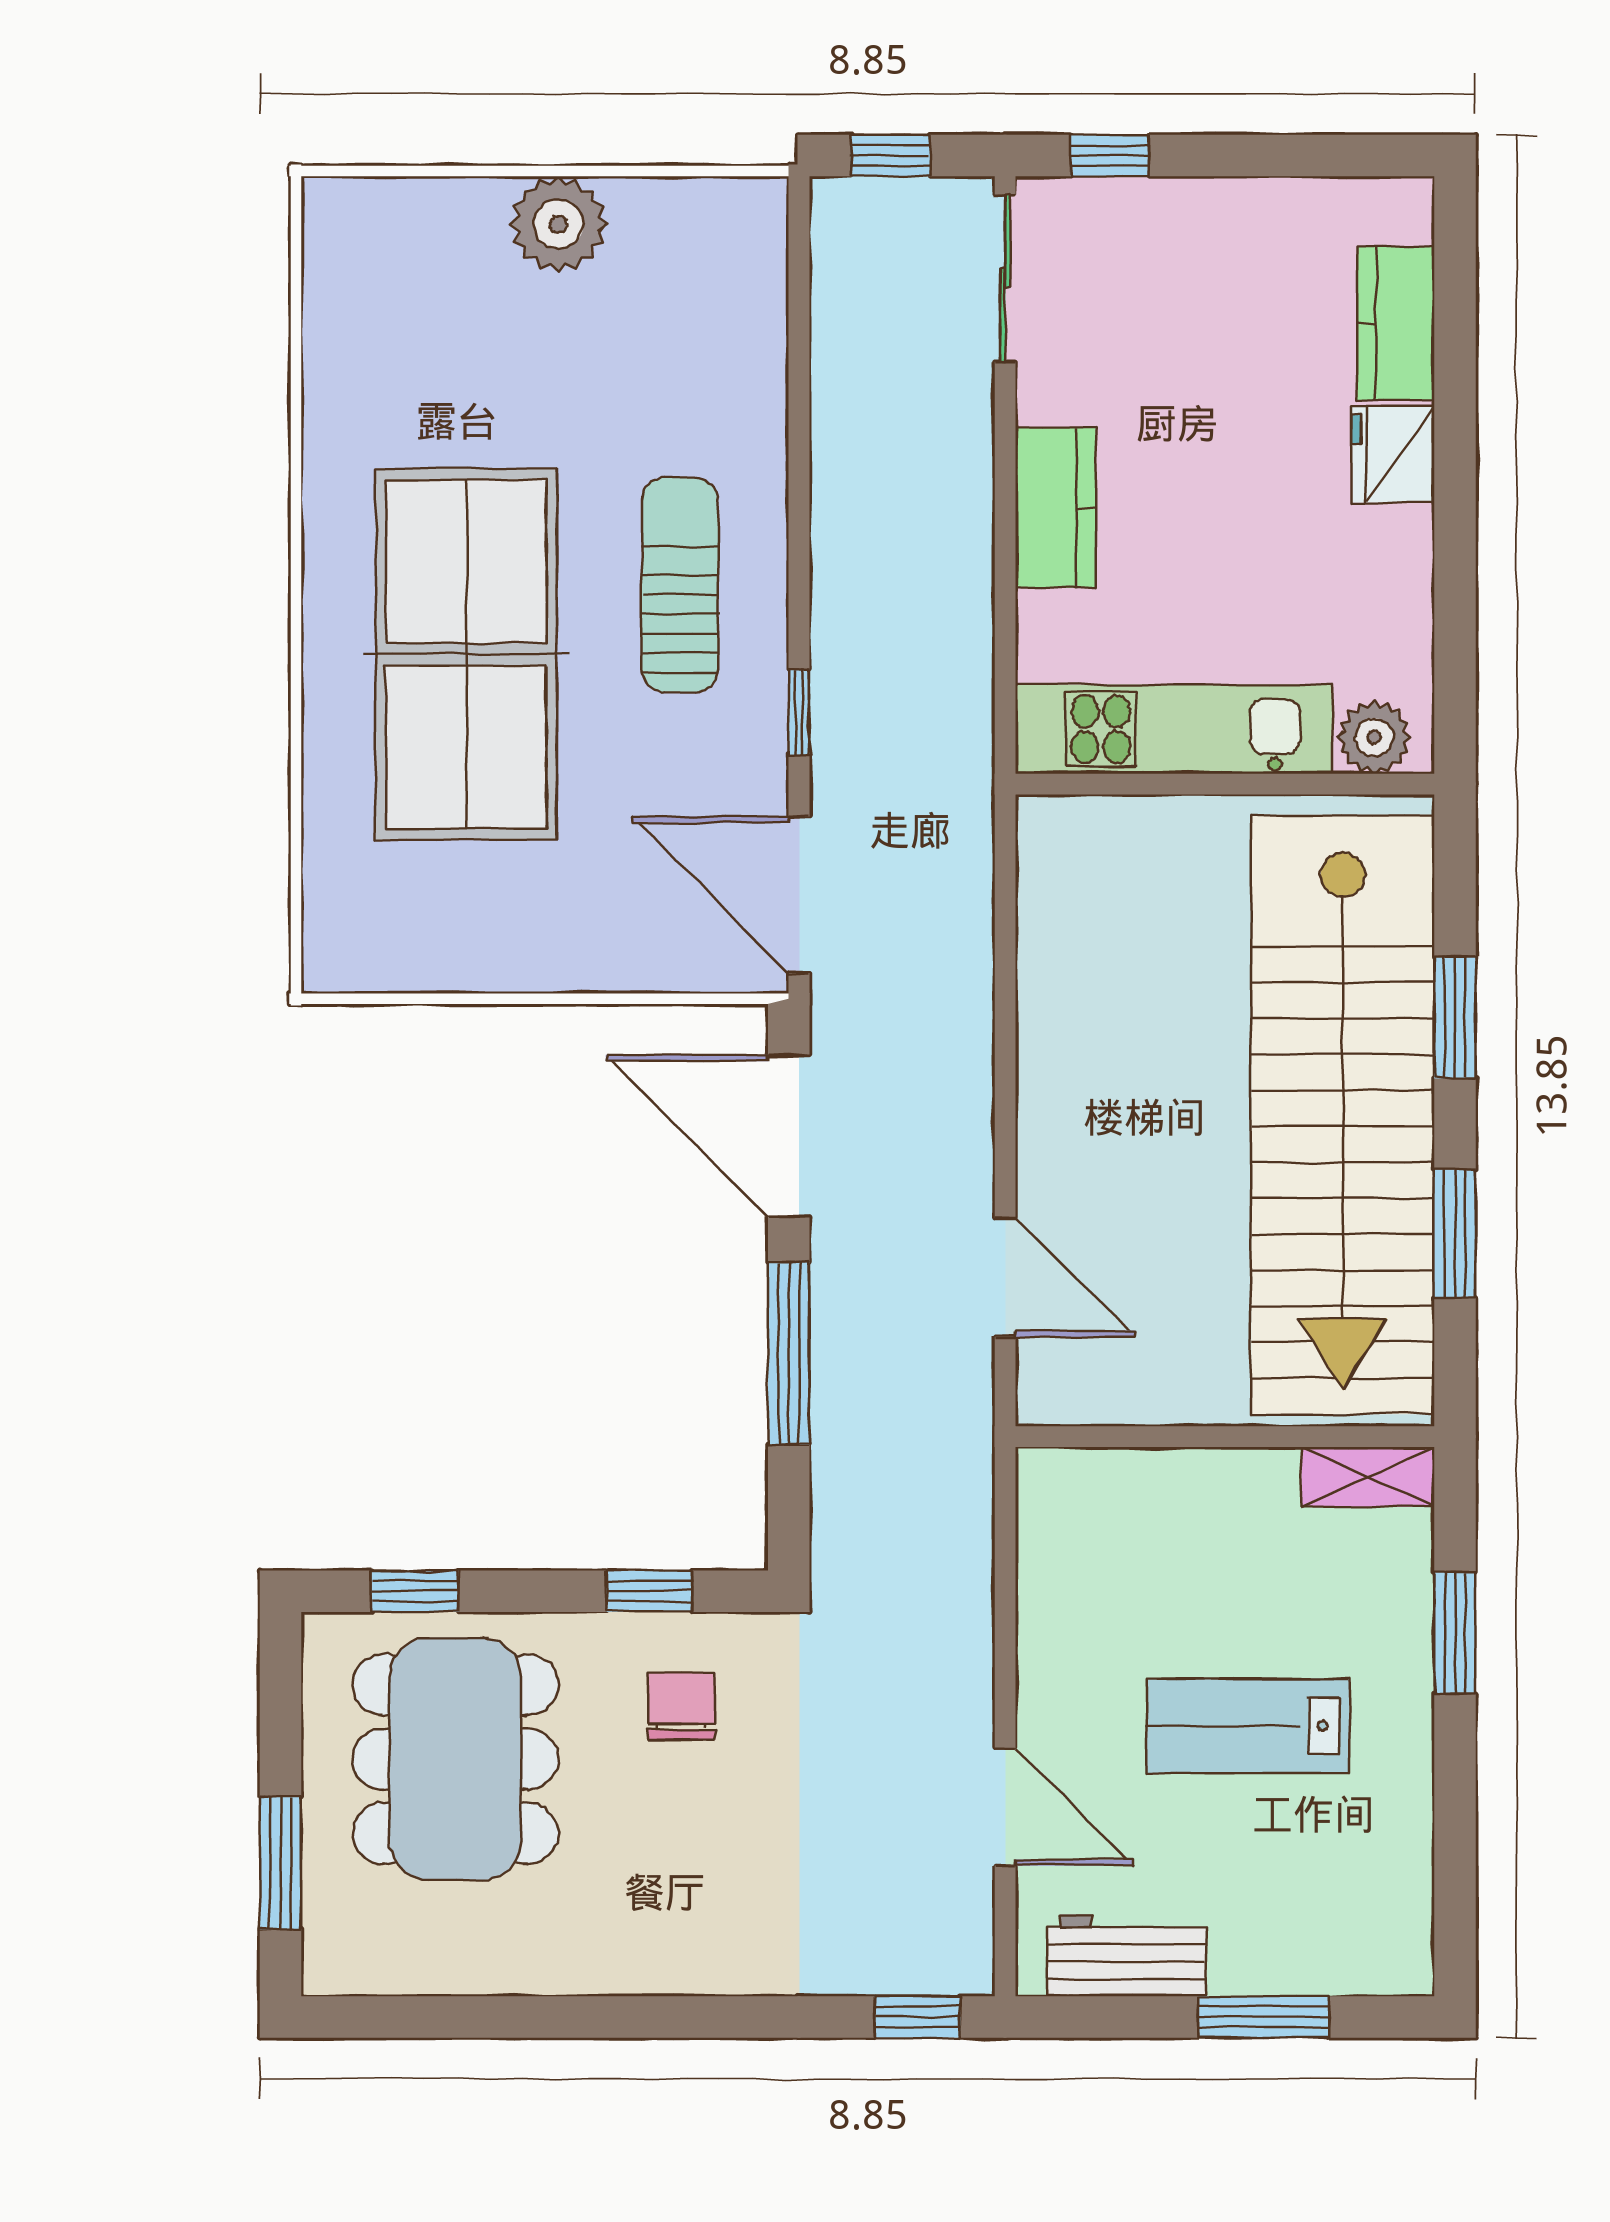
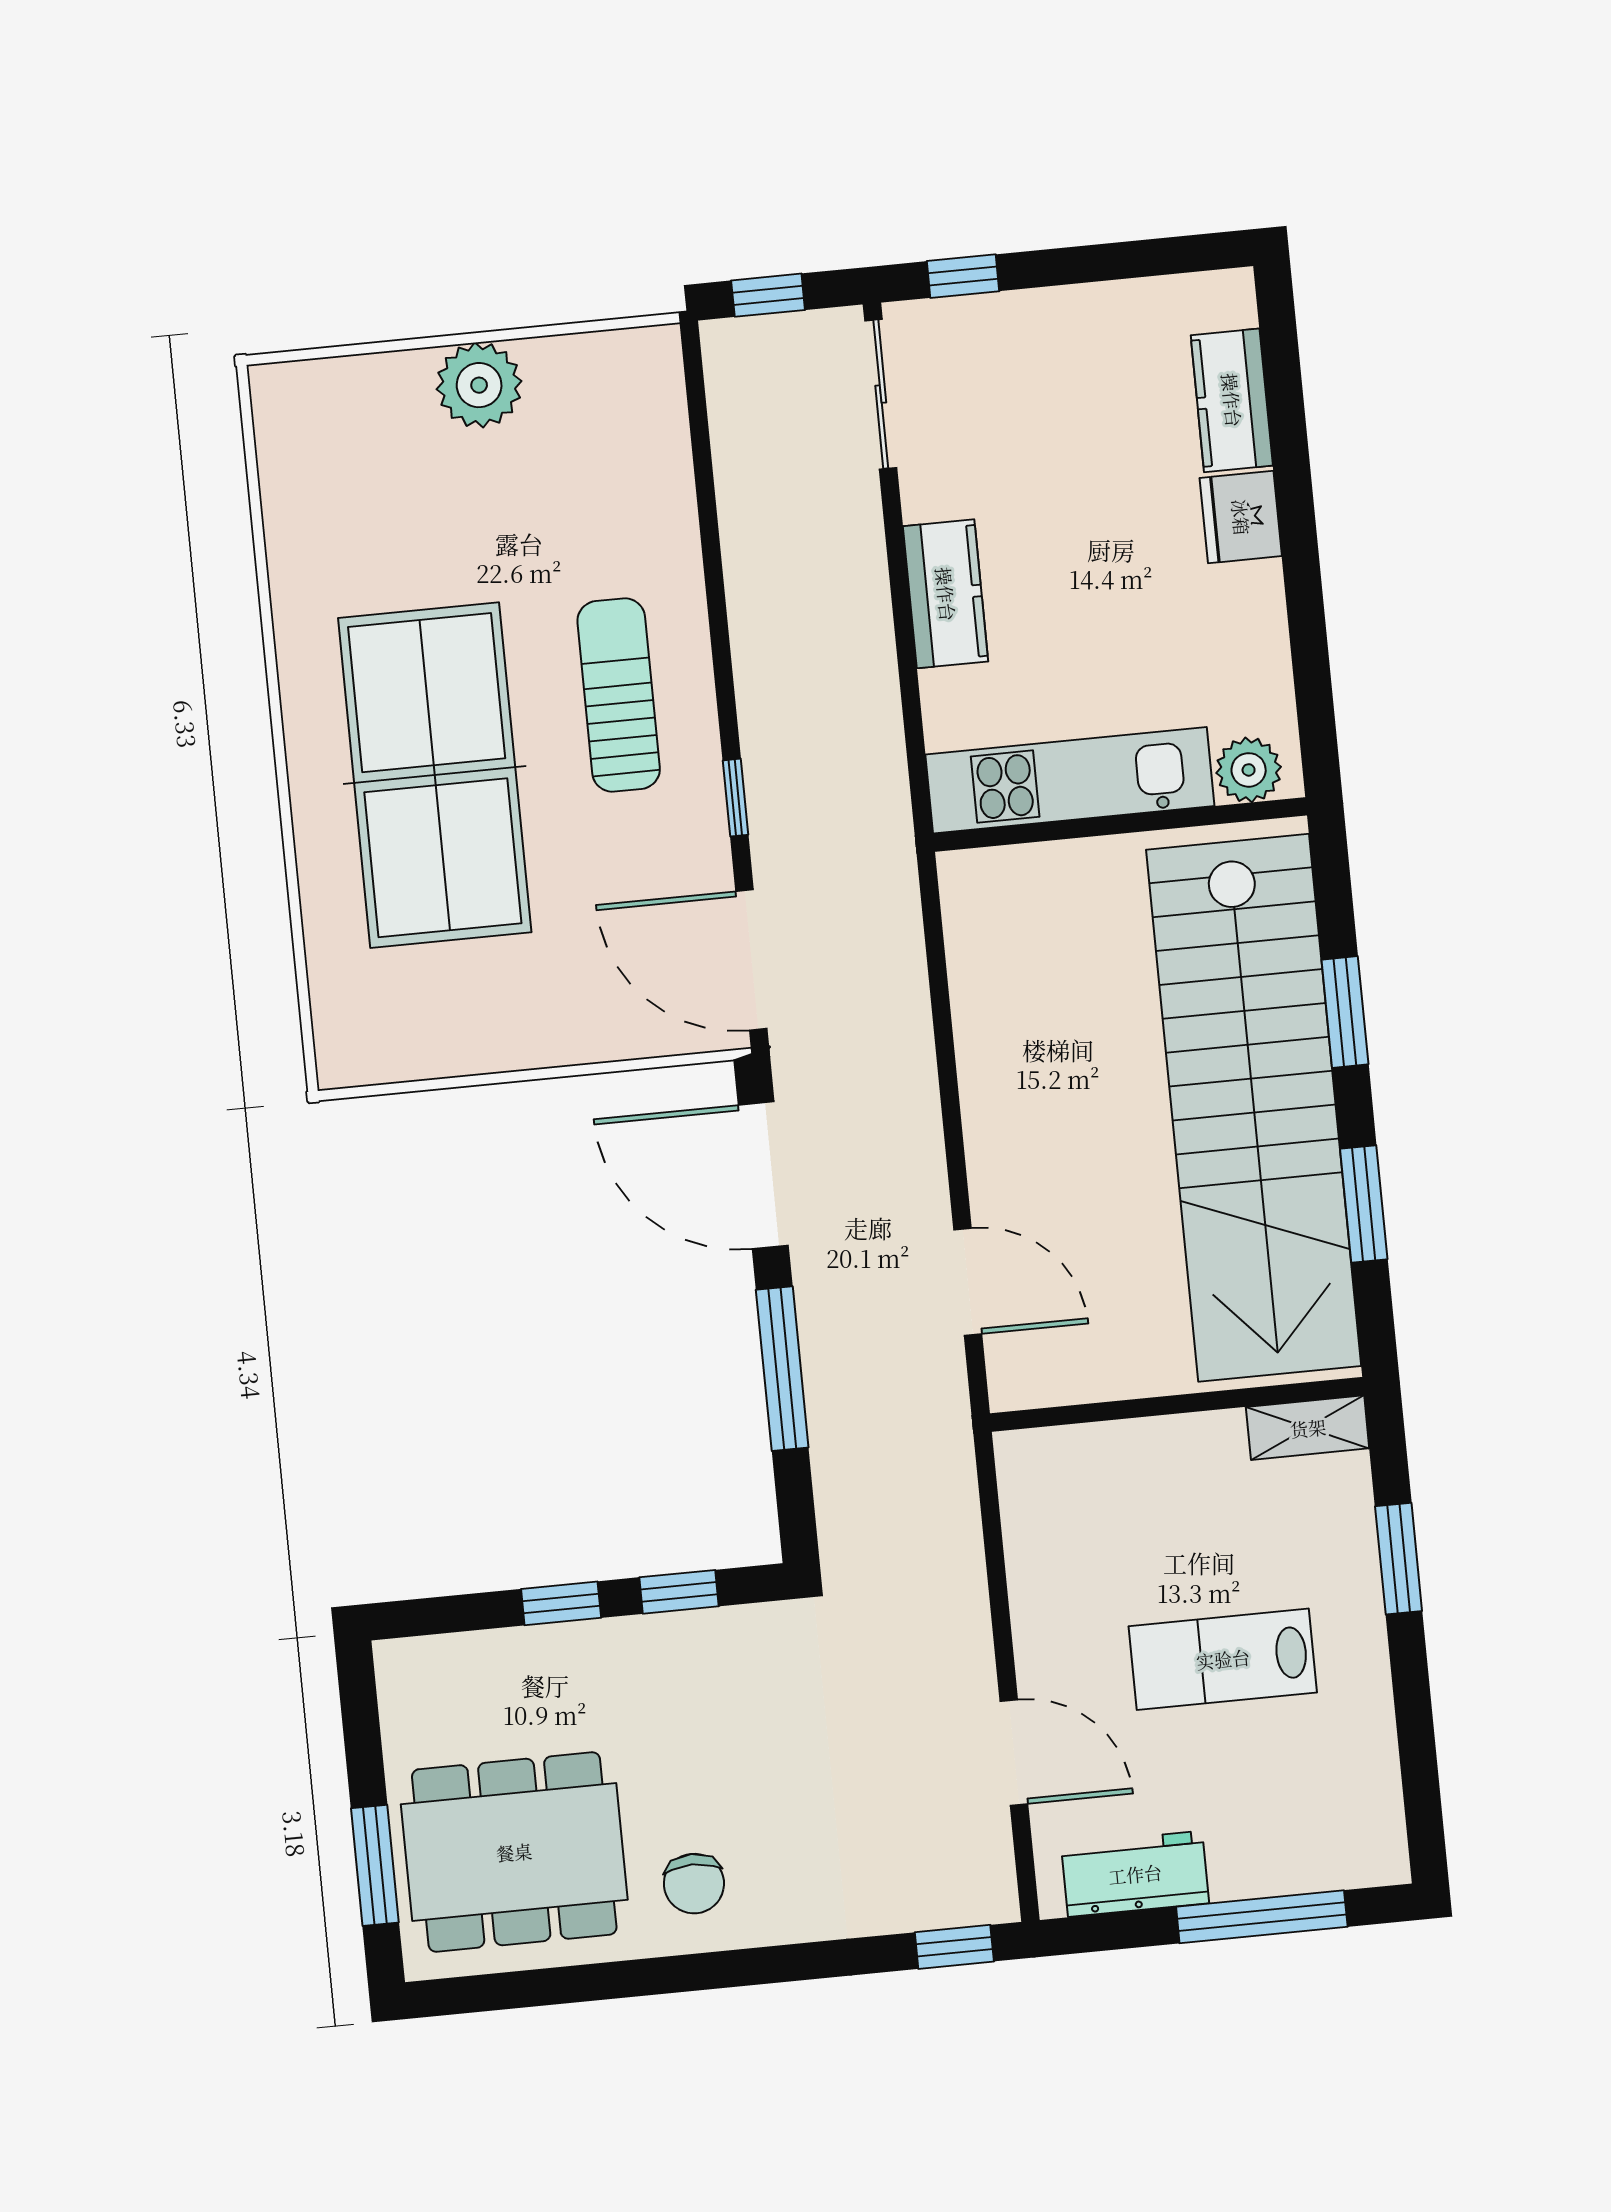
window: (415, 1591) -> (561, 1603), moved
chair: (682, 1706) -> (694, 1884), moved, turned 180
dining table: (455, 1759) -> (514, 1852), moved, turned 90
window: (1263, 2017) -> (1262, 1917), width x1.44

